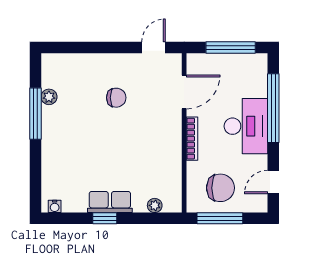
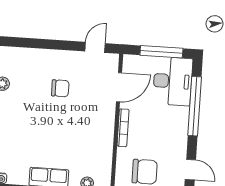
desk: (246, 126) -> (173, 81), moved
door: (273, 182) -> (190, 170), swing flipped

